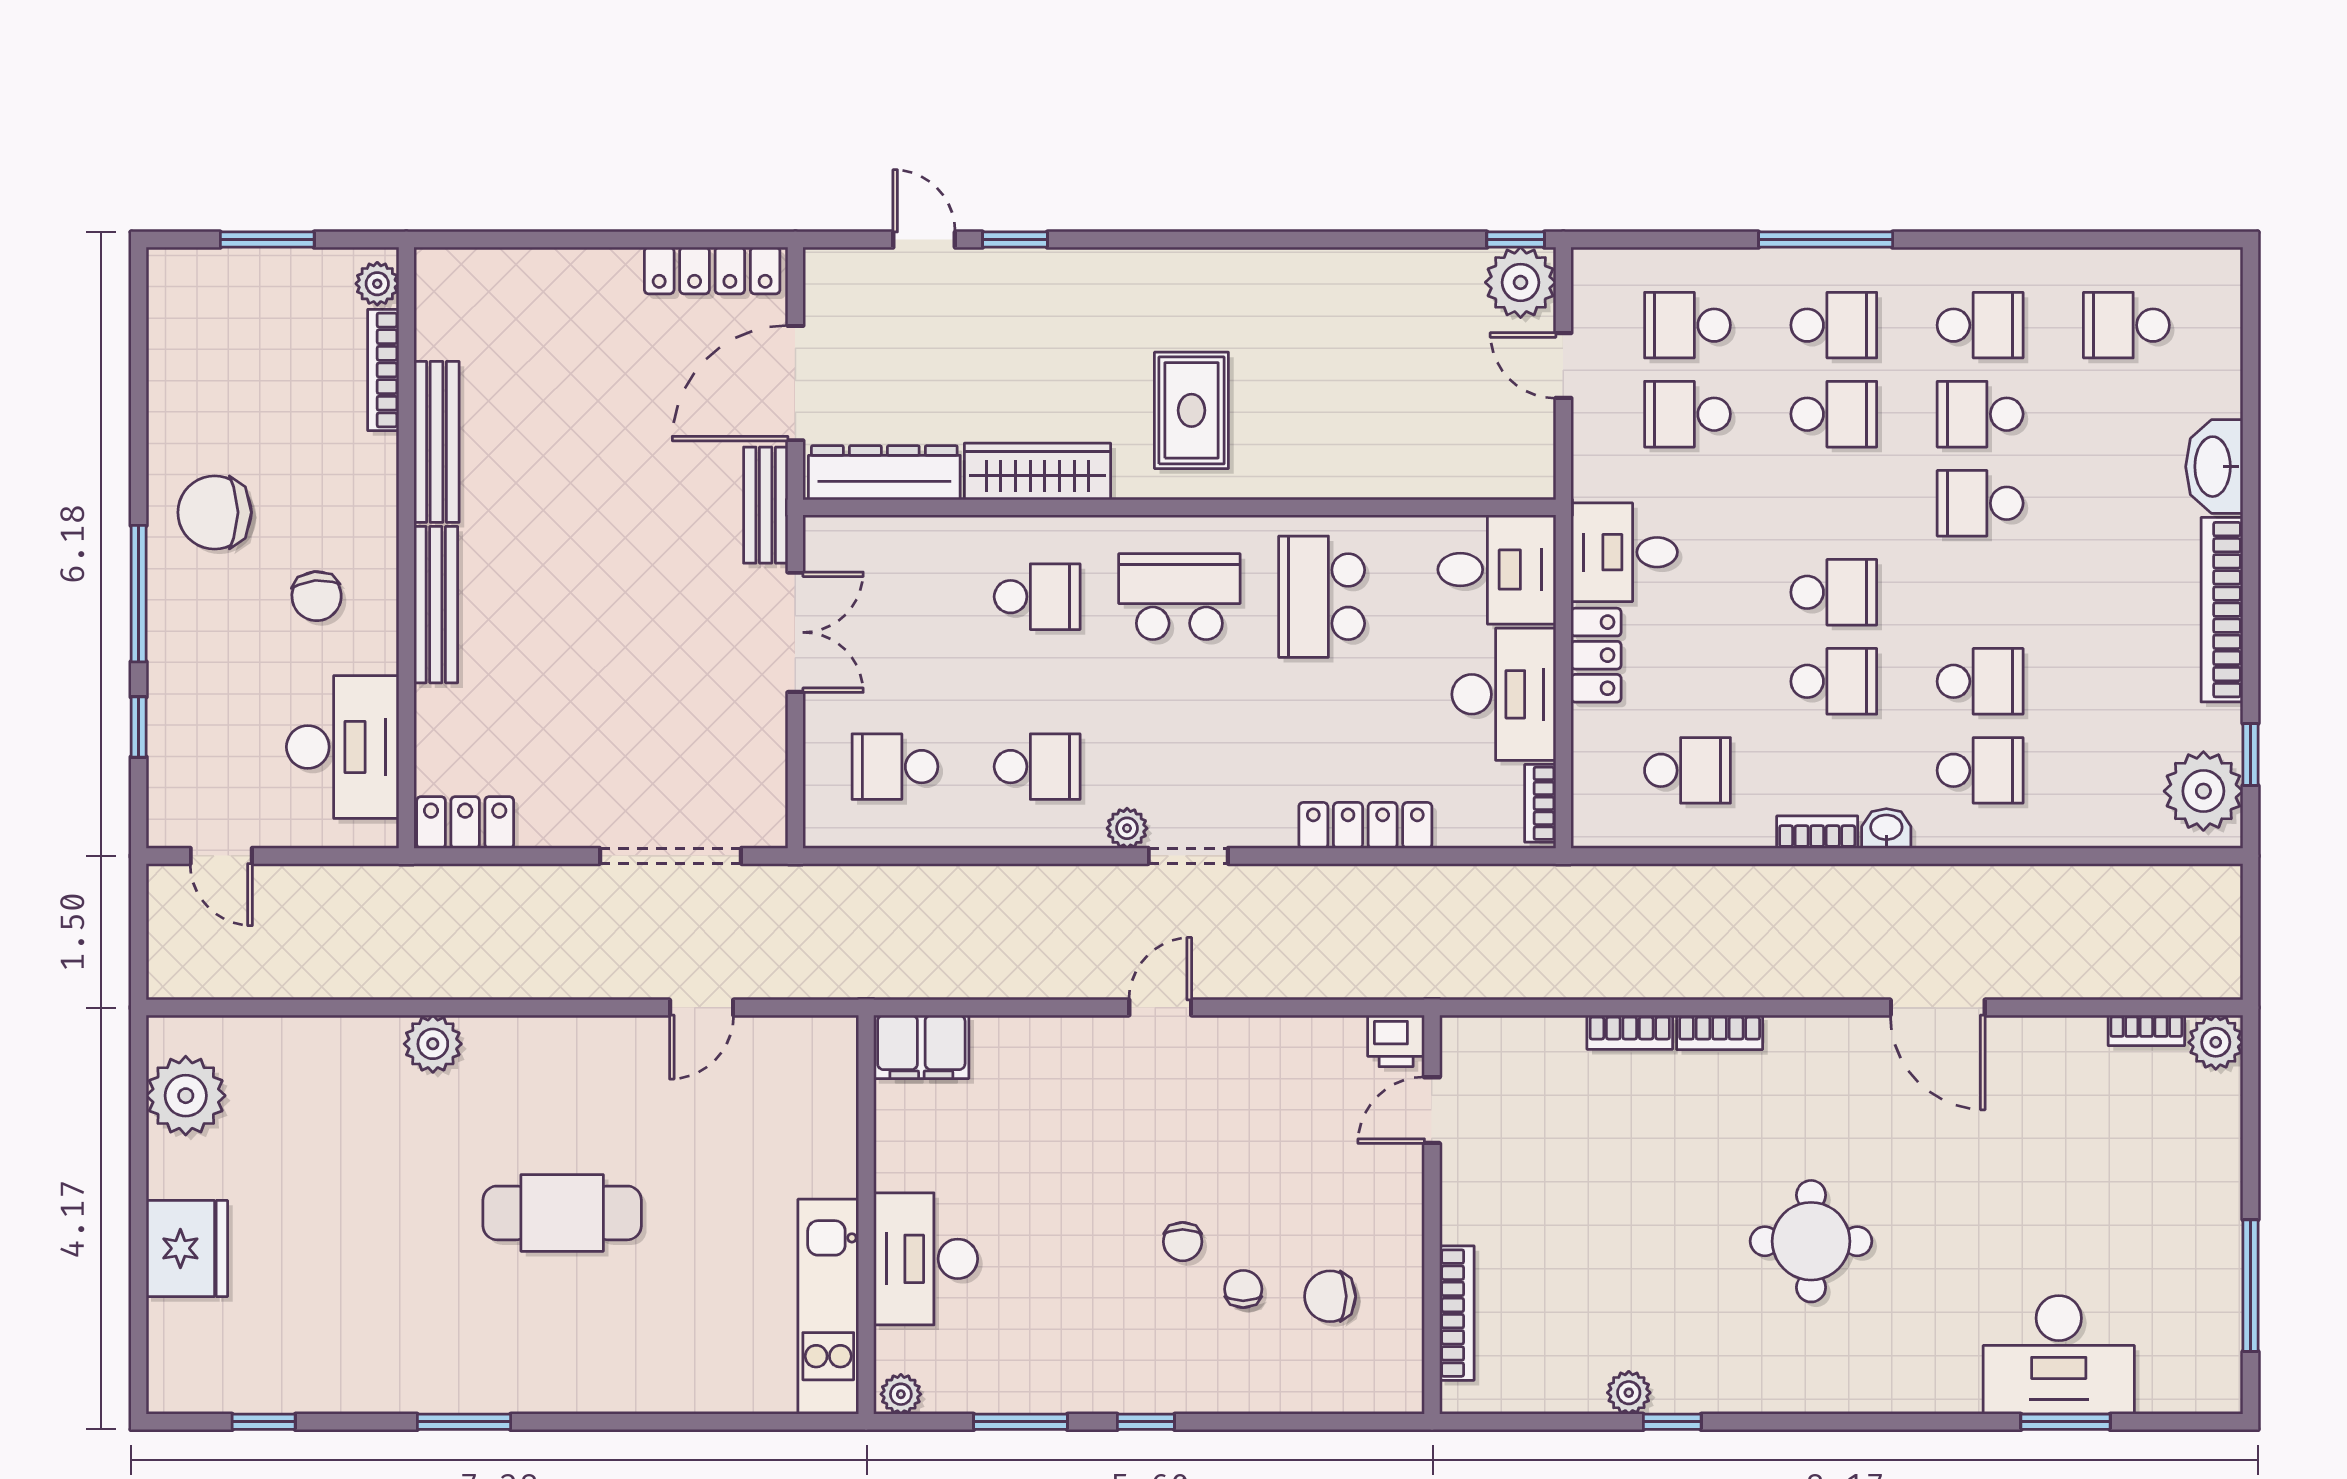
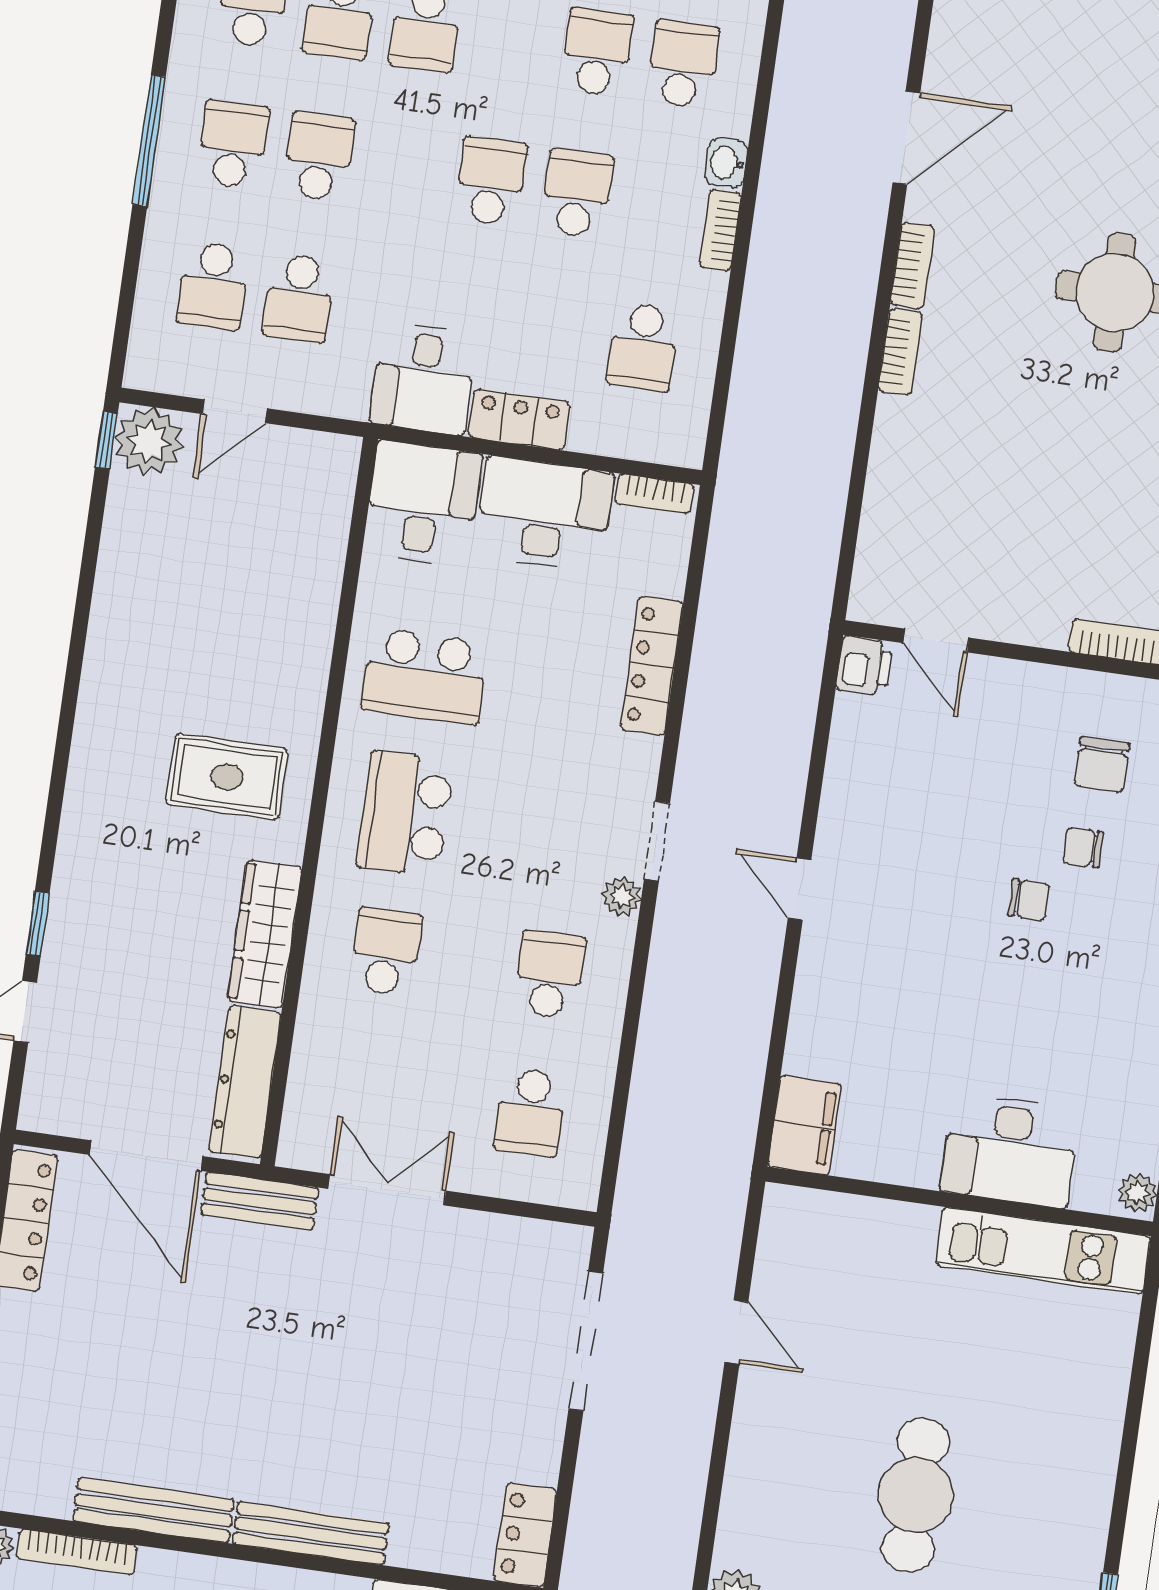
school desk: (1687, 770) -> (643, 347), turned 180
bookcase: (1630, 1032) -> (913, 265), moved

